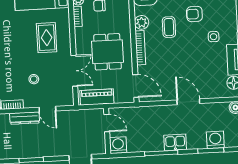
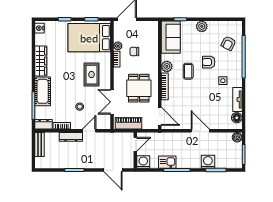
double door: (74, 71) -> (112, 102), swing flipped
door: (47, 109) -> (89, 131), swing flipped
door: (107, 123) -> (135, 144), hinge flipped
washing machine: (215, 140) -> (208, 162), moved
kitchen sink: (175, 142) -> (167, 162), moved

